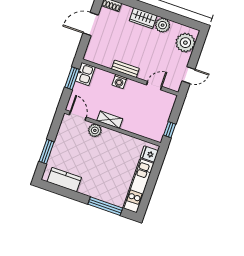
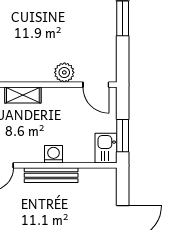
bench: (125, 69) -> (51, 175), width x1.36
shelving: (110, 120) -> (23, 95), moved

